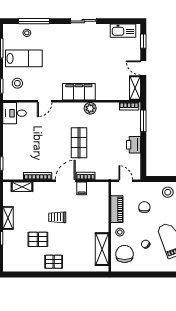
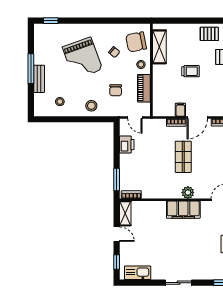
plant: (90, 108) -> (188, 192), moved
printer: (134, 145) -> (127, 145), moved
trolley: (57, 217) -> (190, 71), moved
chair: (124, 254) -> (136, 42), turned 79

